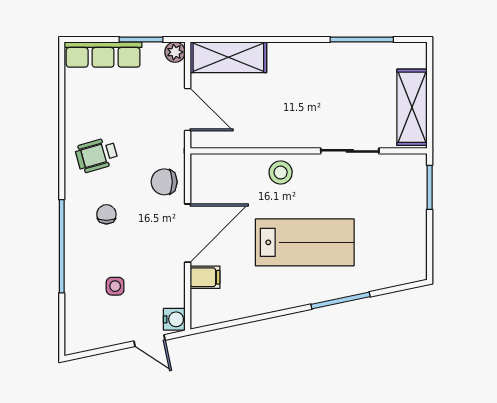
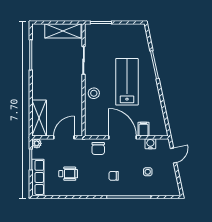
wheelchair: (96, 155) -> (68, 174), moved, turned -74
water cooler: (174, 319) -> (150, 144), moved

